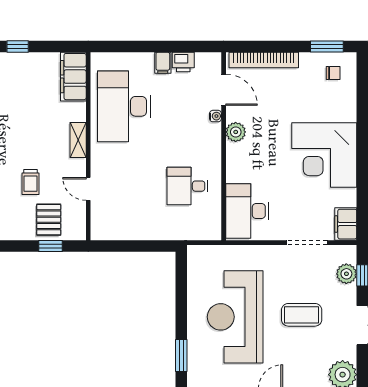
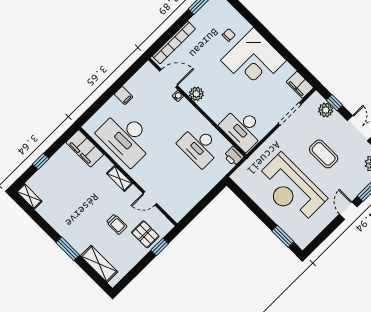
printer: (183, 62) -> (234, 156), moved, turned 90
chair: (333, 73) -> (229, 35), moved
desk: (188, 186) -> (199, 146), width x1.37
coffee table: (302, 315) -> (324, 154), turned 90

